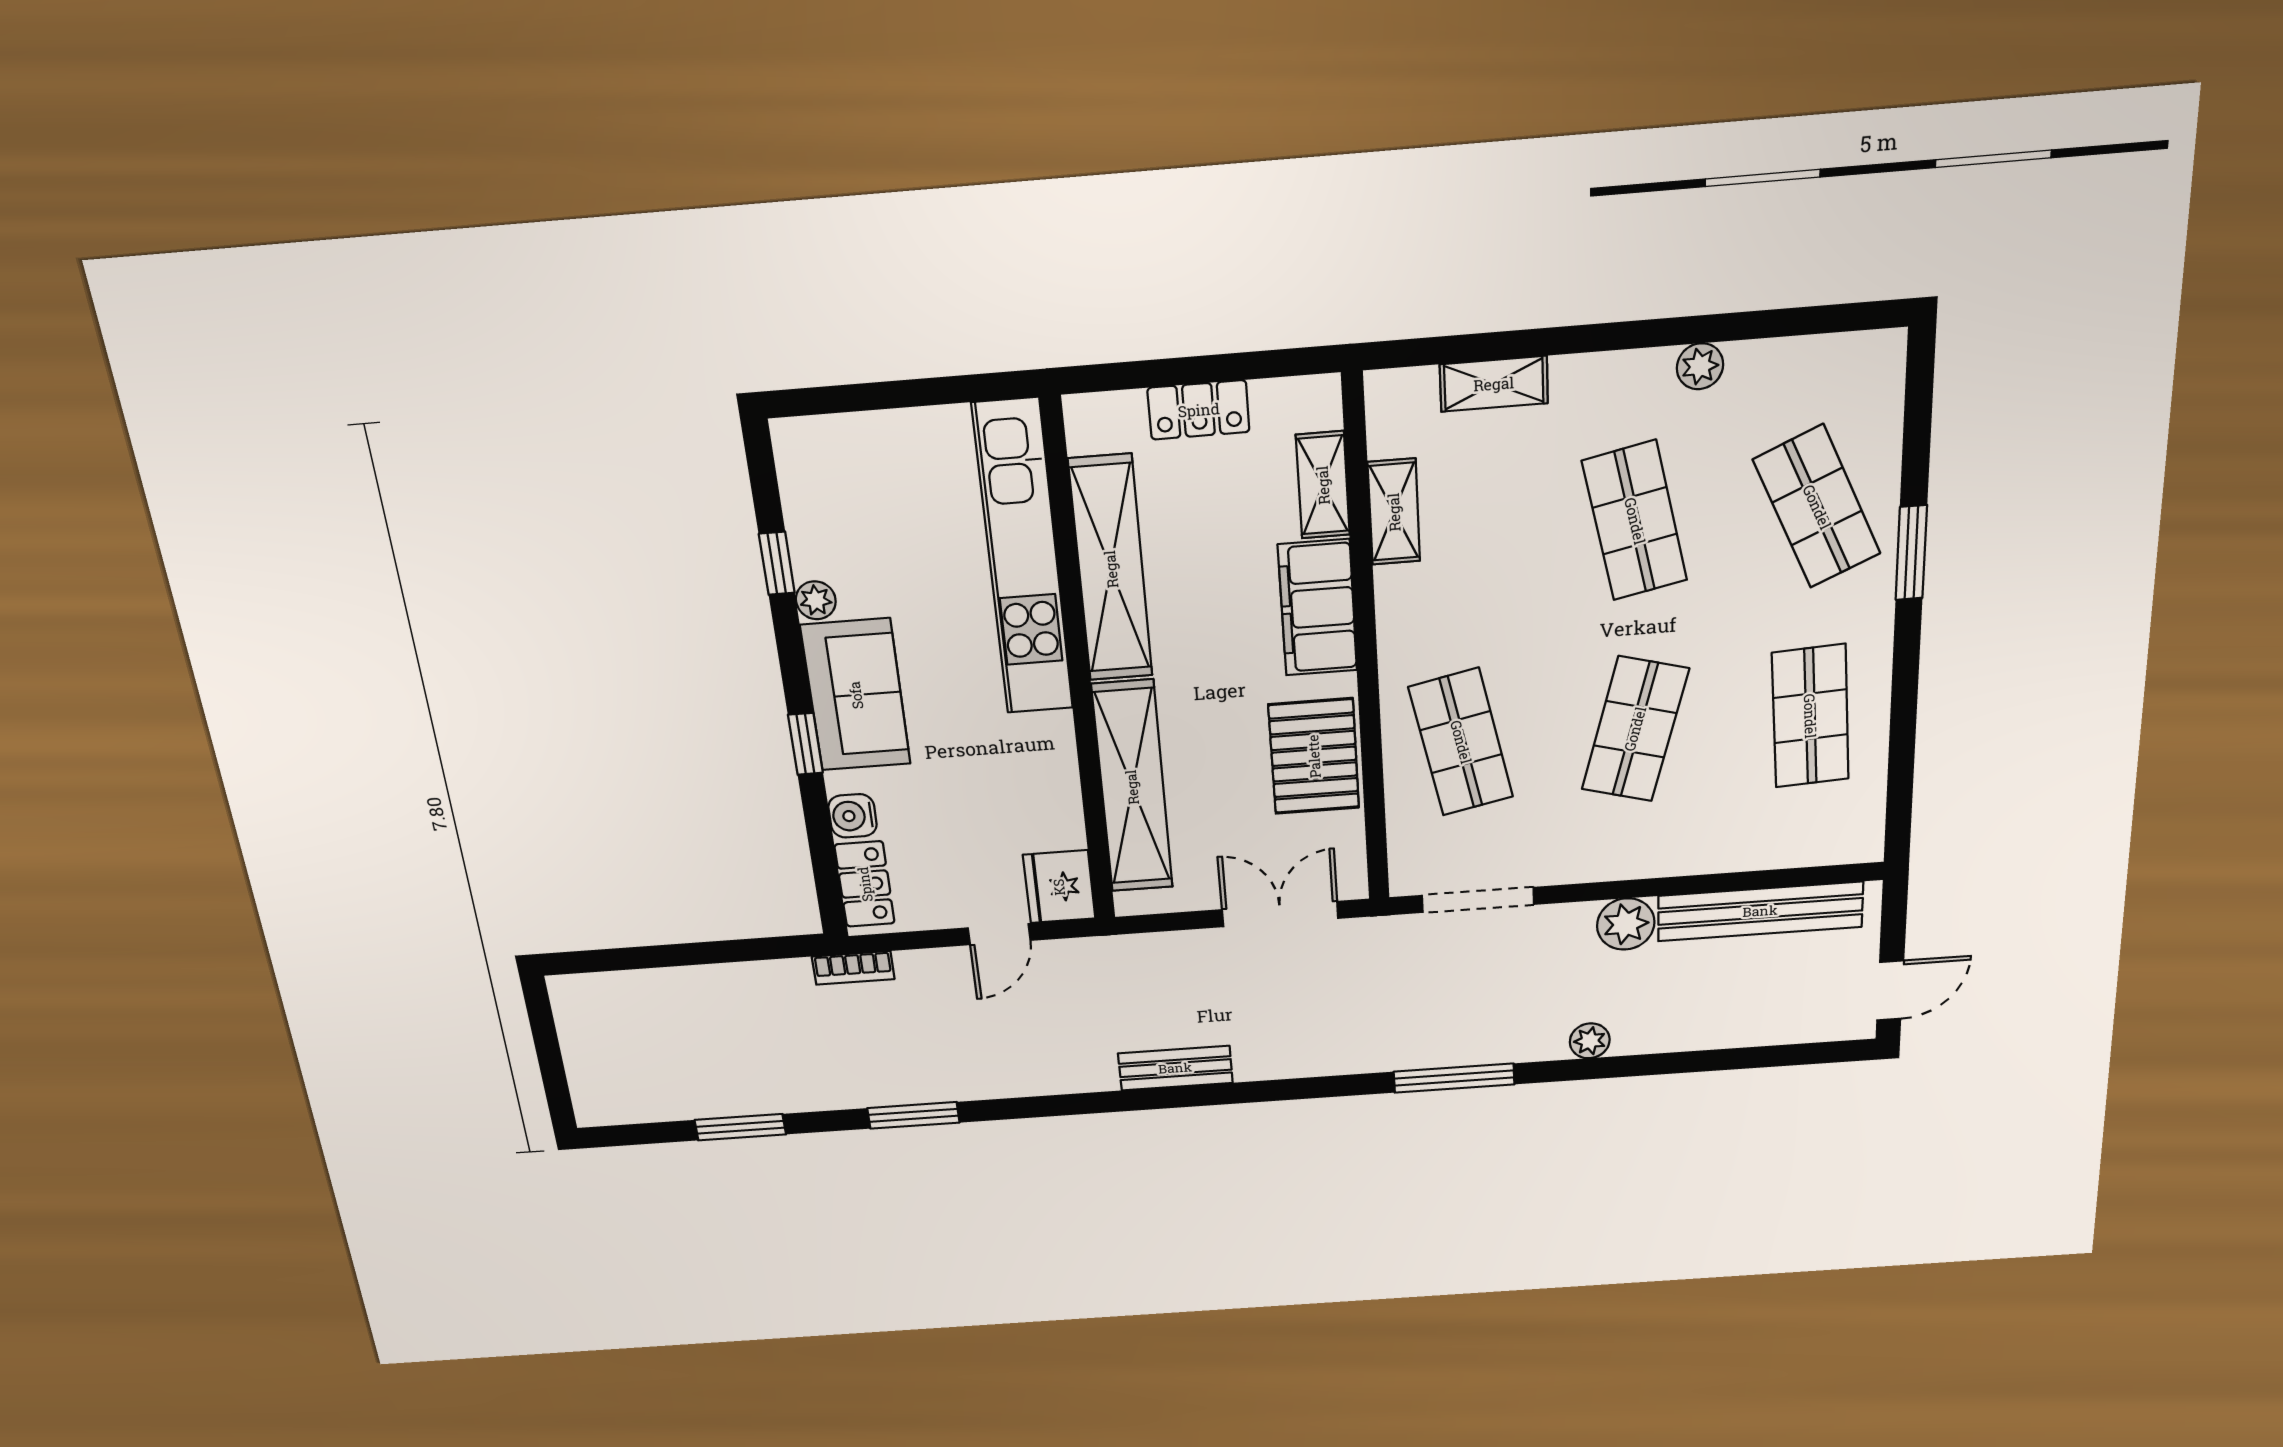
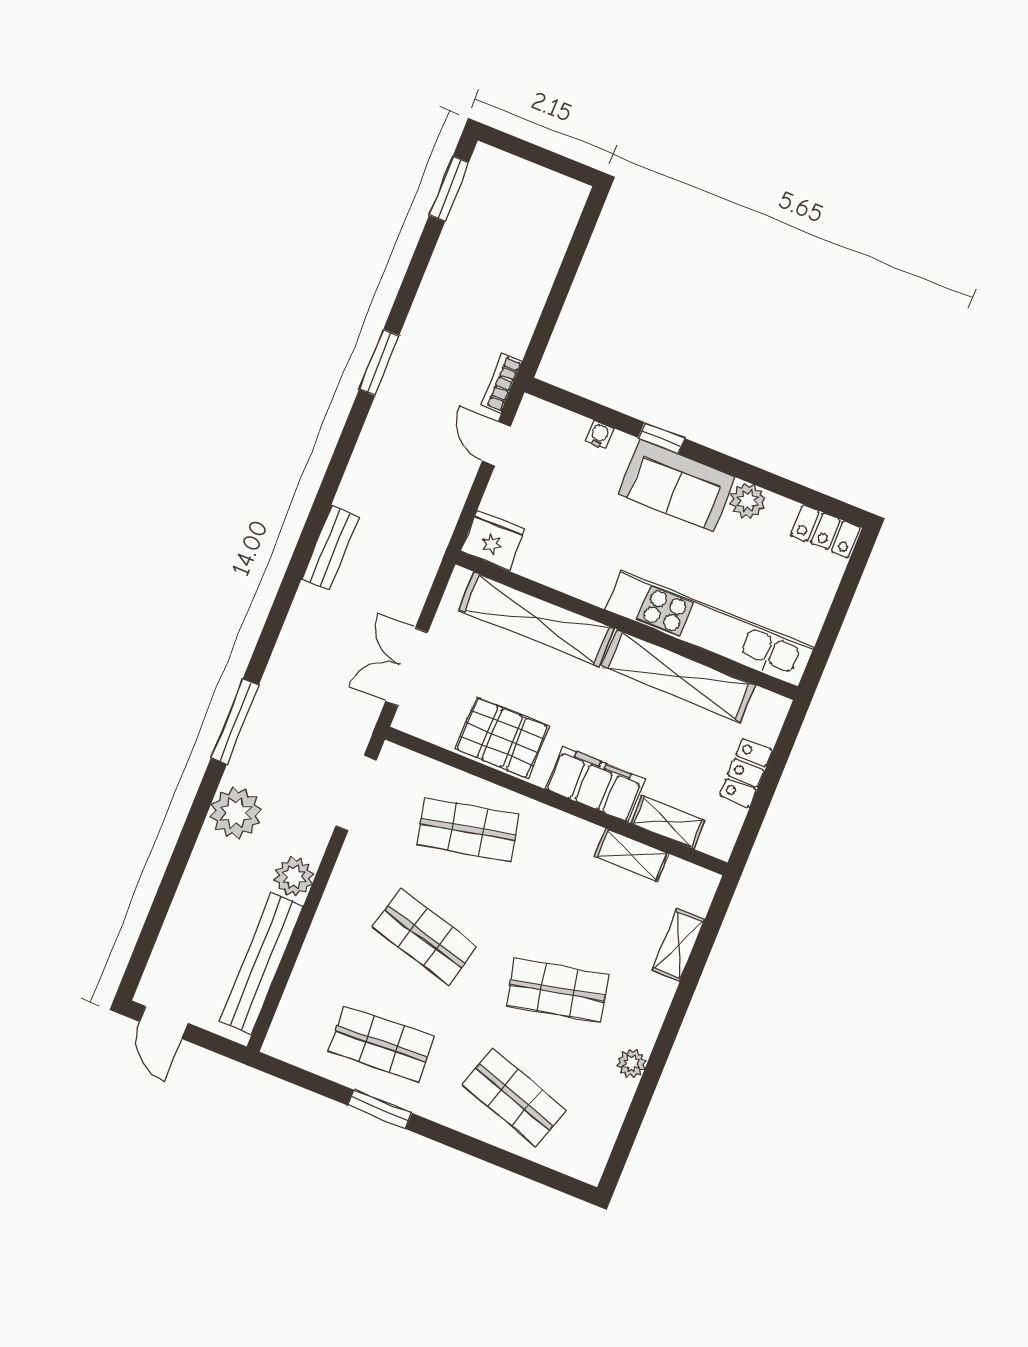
shop shelf: (1817, 507) -> (514, 1097), turned 42
window: (1911, 553) -> (380, 1109), moved
window: (777, 563) -> (778, 485), removed
plant: (816, 600) -> (748, 501), width x1.38, depth x1.38
water cooler: (853, 816) -> (600, 435), width x0.72, depth x0.72
locker: (865, 884) -> (825, 531), moved
double door: (1280, 914) -> (407, 667), swing flipped
door: (999, 934) -> (496, 444), moved
plant: (1590, 1041) -> (236, 813), width x1.87, depth x1.87
window: (740, 1127) -> (449, 189), moved

